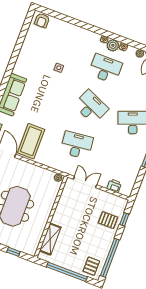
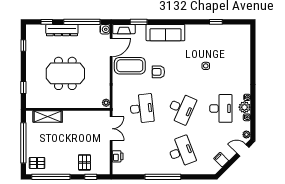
armchair: (42, 20) -> (158, 72), moved
window: (20, 42) -> (216, 22), added

